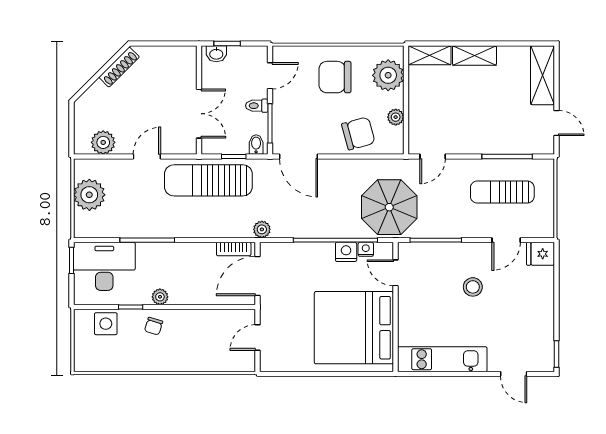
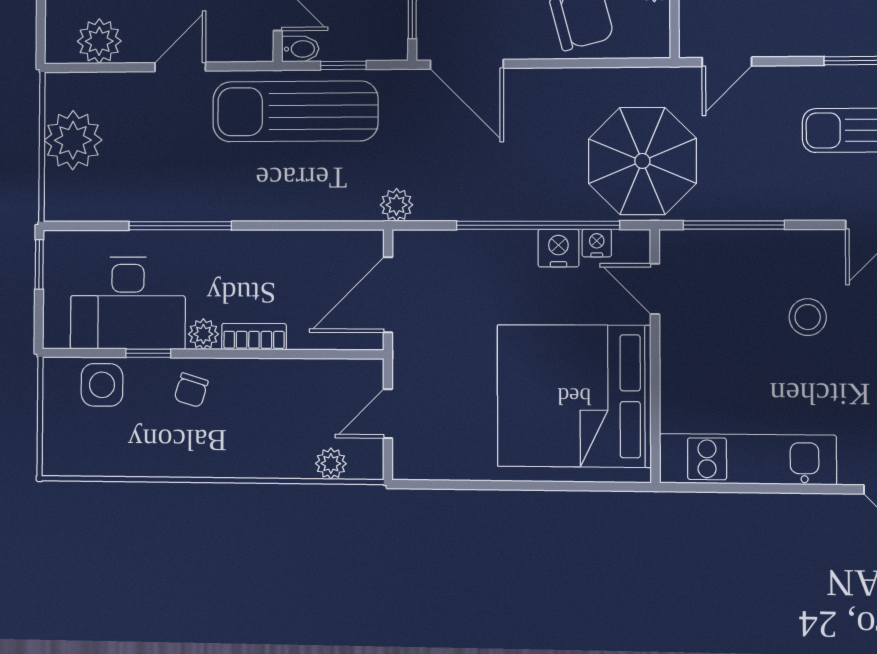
bidet: (256, 144) -> (300, 49), moved, turned 90
bookcase: (234, 249) -> (254, 337), moved, turned 180
desk: (104, 266) -> (128, 303), moved, turned 180
plant: (228, 364) -> (331, 464), added

